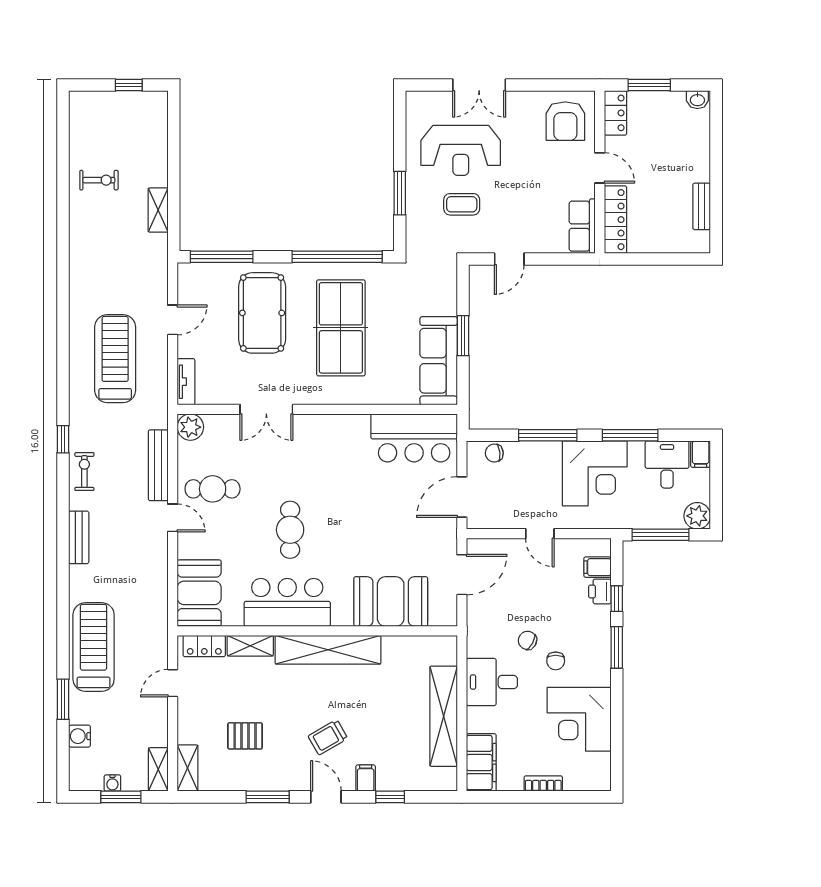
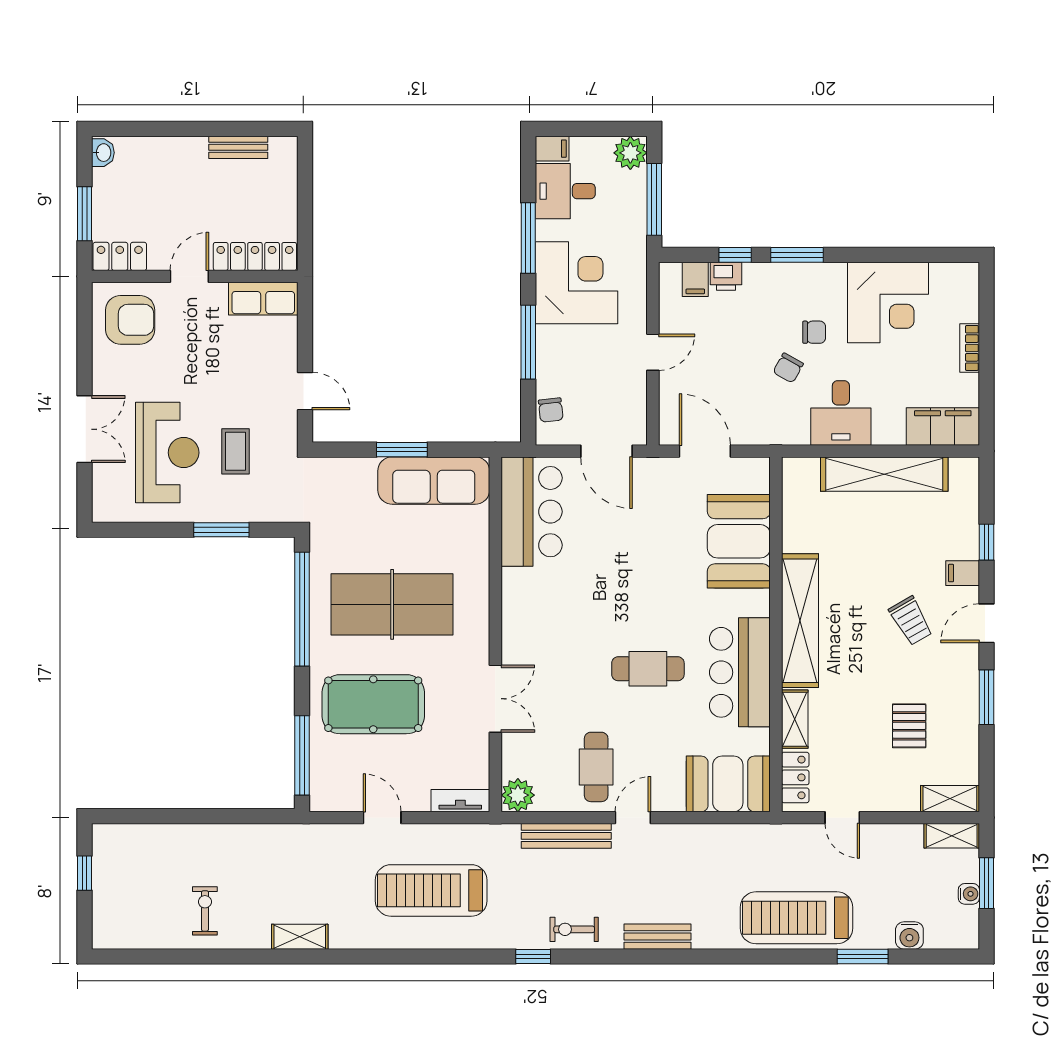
shelving: (158, 210) -> (300, 937), moved

